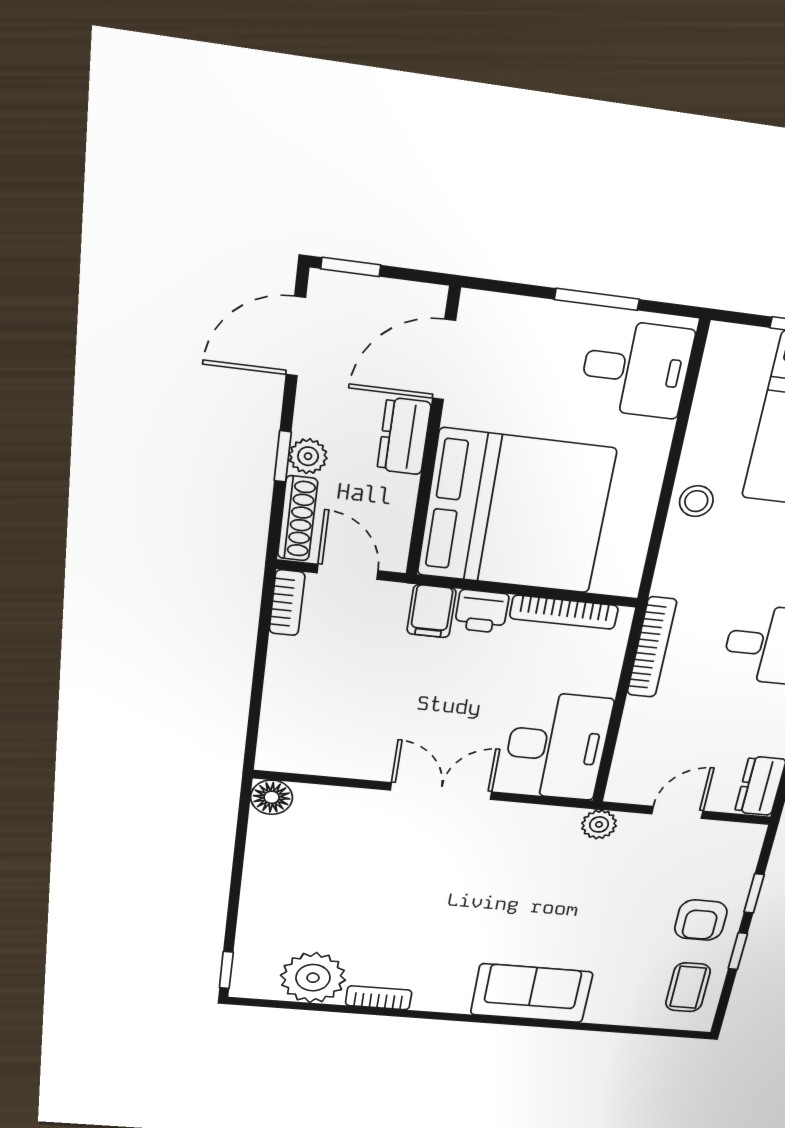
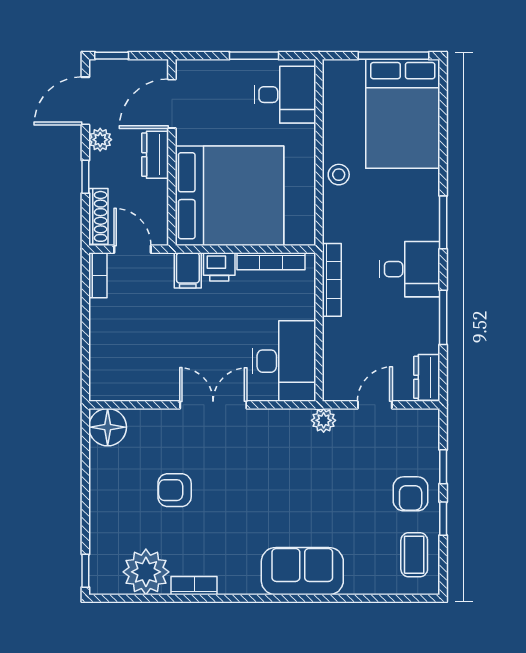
plant: (308, 456) -> (100, 140), moved
floor lamp: (272, 797) -> (108, 427), width x1.38, depth x1.38
armchair: (368, 888) -> (175, 490), added

